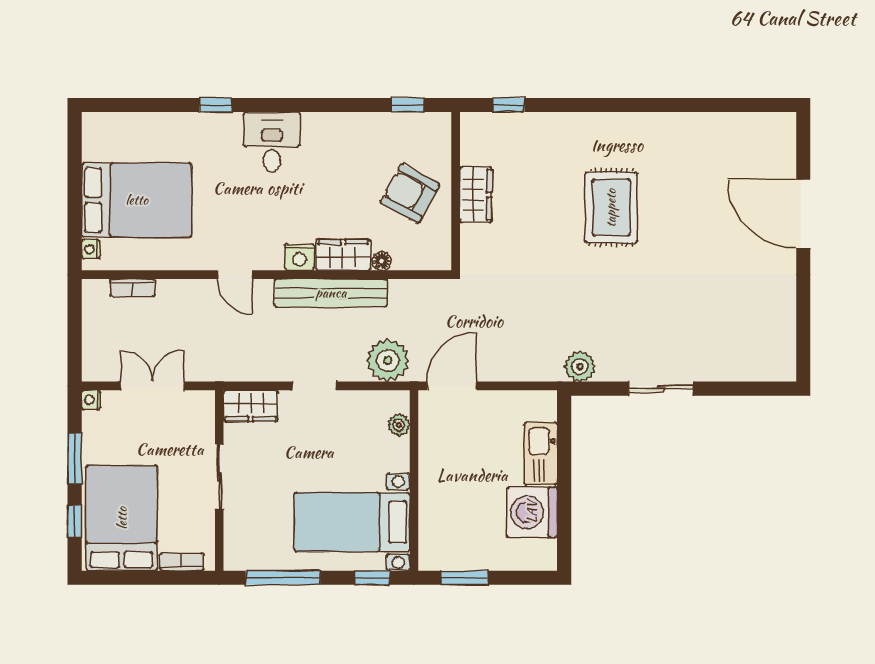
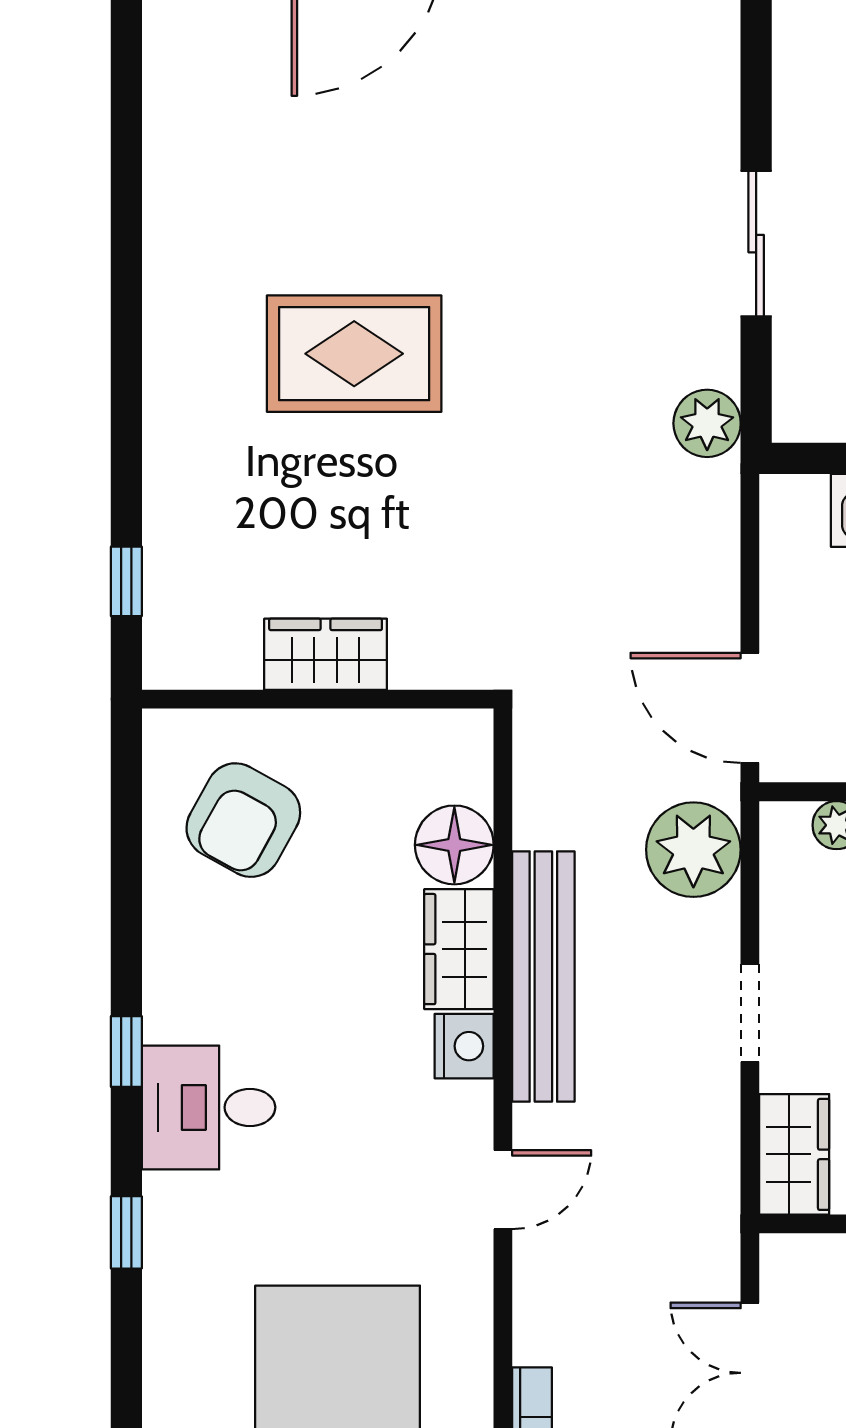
window: (408, 105) -> (126, 1051), moved
armchair: (410, 194) -> (243, 820), moved
floor lamp: (382, 261) -> (454, 845), width x1.89, depth x1.89

